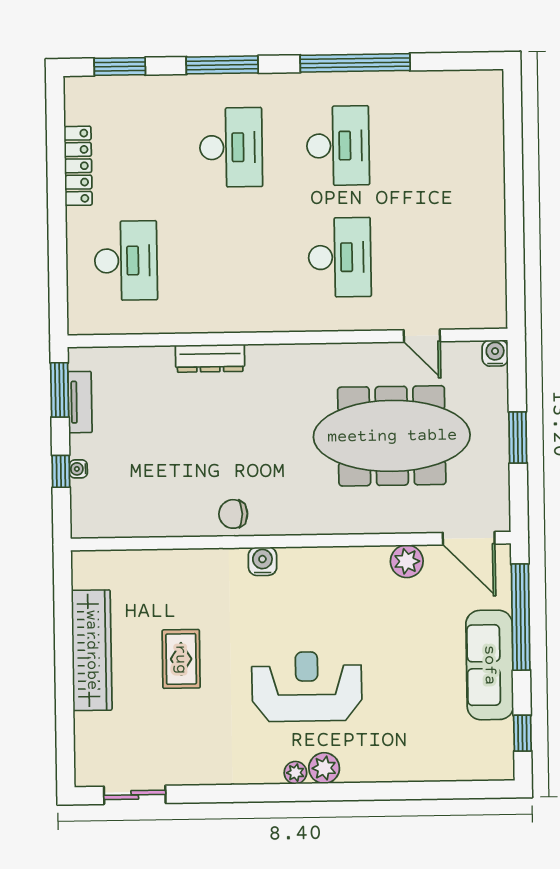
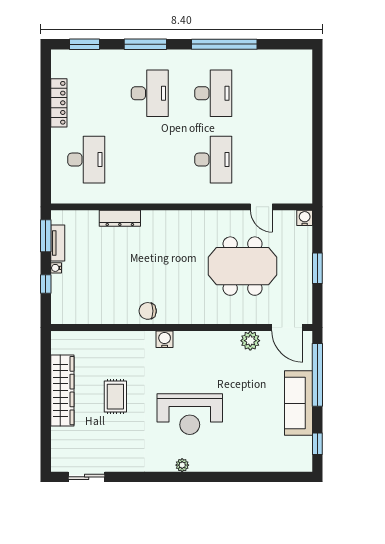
dresser: (210, 358) -> (120, 218), moved
meeting table: (392, 436) -> (243, 266), width x0.73
water cooler: (78, 469) -> (56, 268), moved
reception desk: (307, 686) -> (190, 414), turned 180
plant: (324, 768) -> (199, 463), removed

